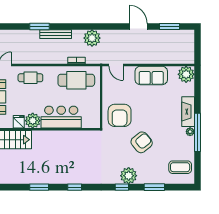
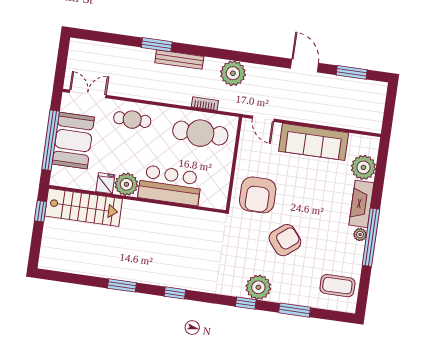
plant: (186, 74) -> (363, 167), moved
sofa: (151, 75) -> (314, 142), width x1.36

